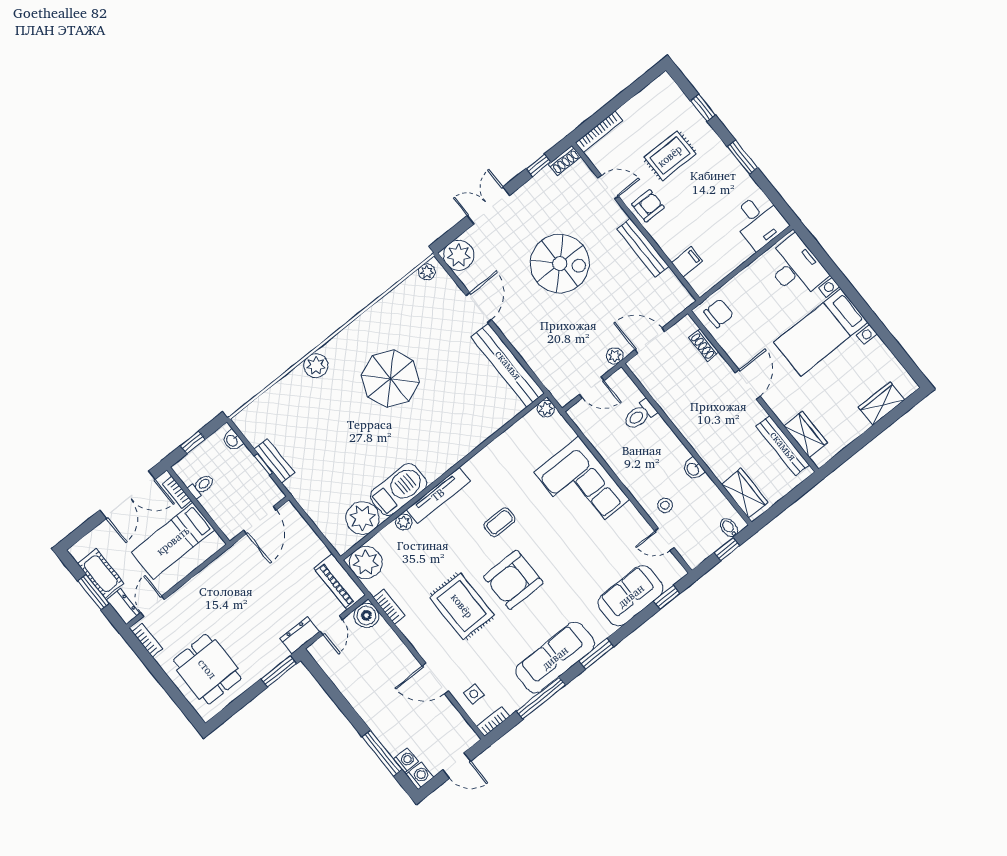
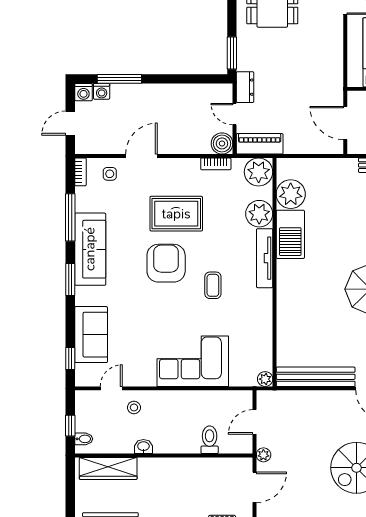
wardrobe: (745, 493) -> (108, 468), width x1.50
plant: (404, 522) -> (259, 214), width x1.87, depth x1.87

